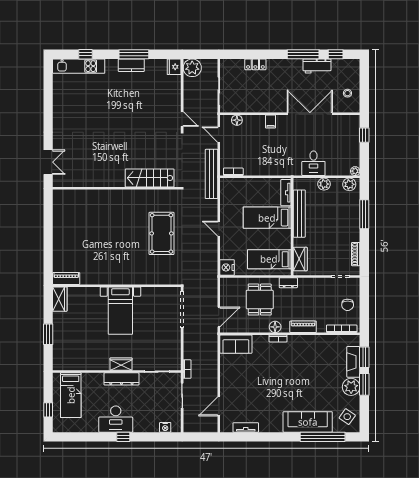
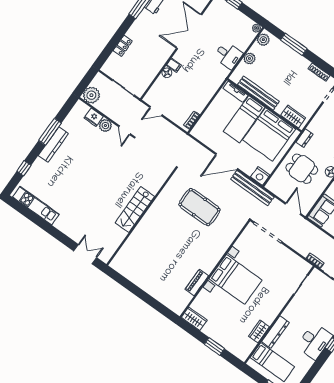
kitchen counter: (131, 65) -> (53, 144), width x1.50
kitchen unit: (79, 66) -> (36, 206), moved, turned -90
fridge: (174, 67) -> (94, 117), moved
plant: (174, 99) -> (105, 126), added
door: (182, 119) -> (125, 130), swing flipped
floor lamp: (237, 120) -> (167, 73), moved
bench: (211, 174) -> (252, 188), moved
stairs: (150, 178) -> (135, 210), moved
door: (219, 229) -> (227, 161), width x1.88
bed: (269, 259) -> (269, 134), width x2.04
piano: (66, 278) -> (197, 283), moved
bed with nightstands: (120, 311) -> (235, 279), width x1.36
wardrobe: (121, 364) -> (259, 332), moved
dresser: (121, 379) -> (275, 332), moved

